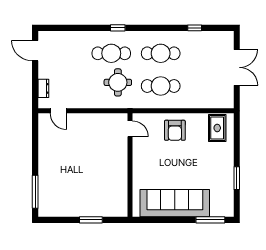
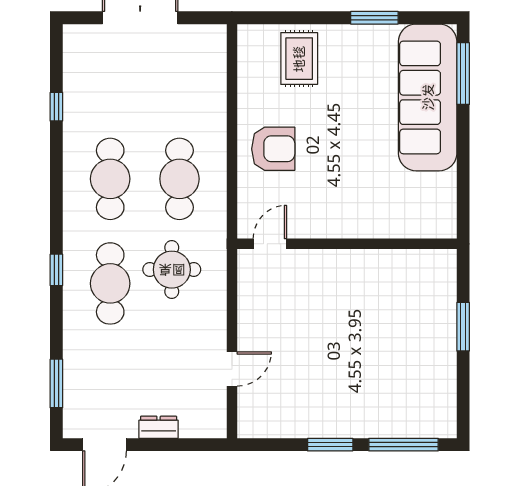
window: (64, 28) -> (56, 383), added
dresser: (43, 88) -> (159, 427), moved
door: (58, 111) -> (232, 369), moved
rug: (217, 128) -> (299, 59), moved, turned 90
window: (35, 157) -> (330, 445), added
sofa: (175, 203) -> (428, 97), moved

